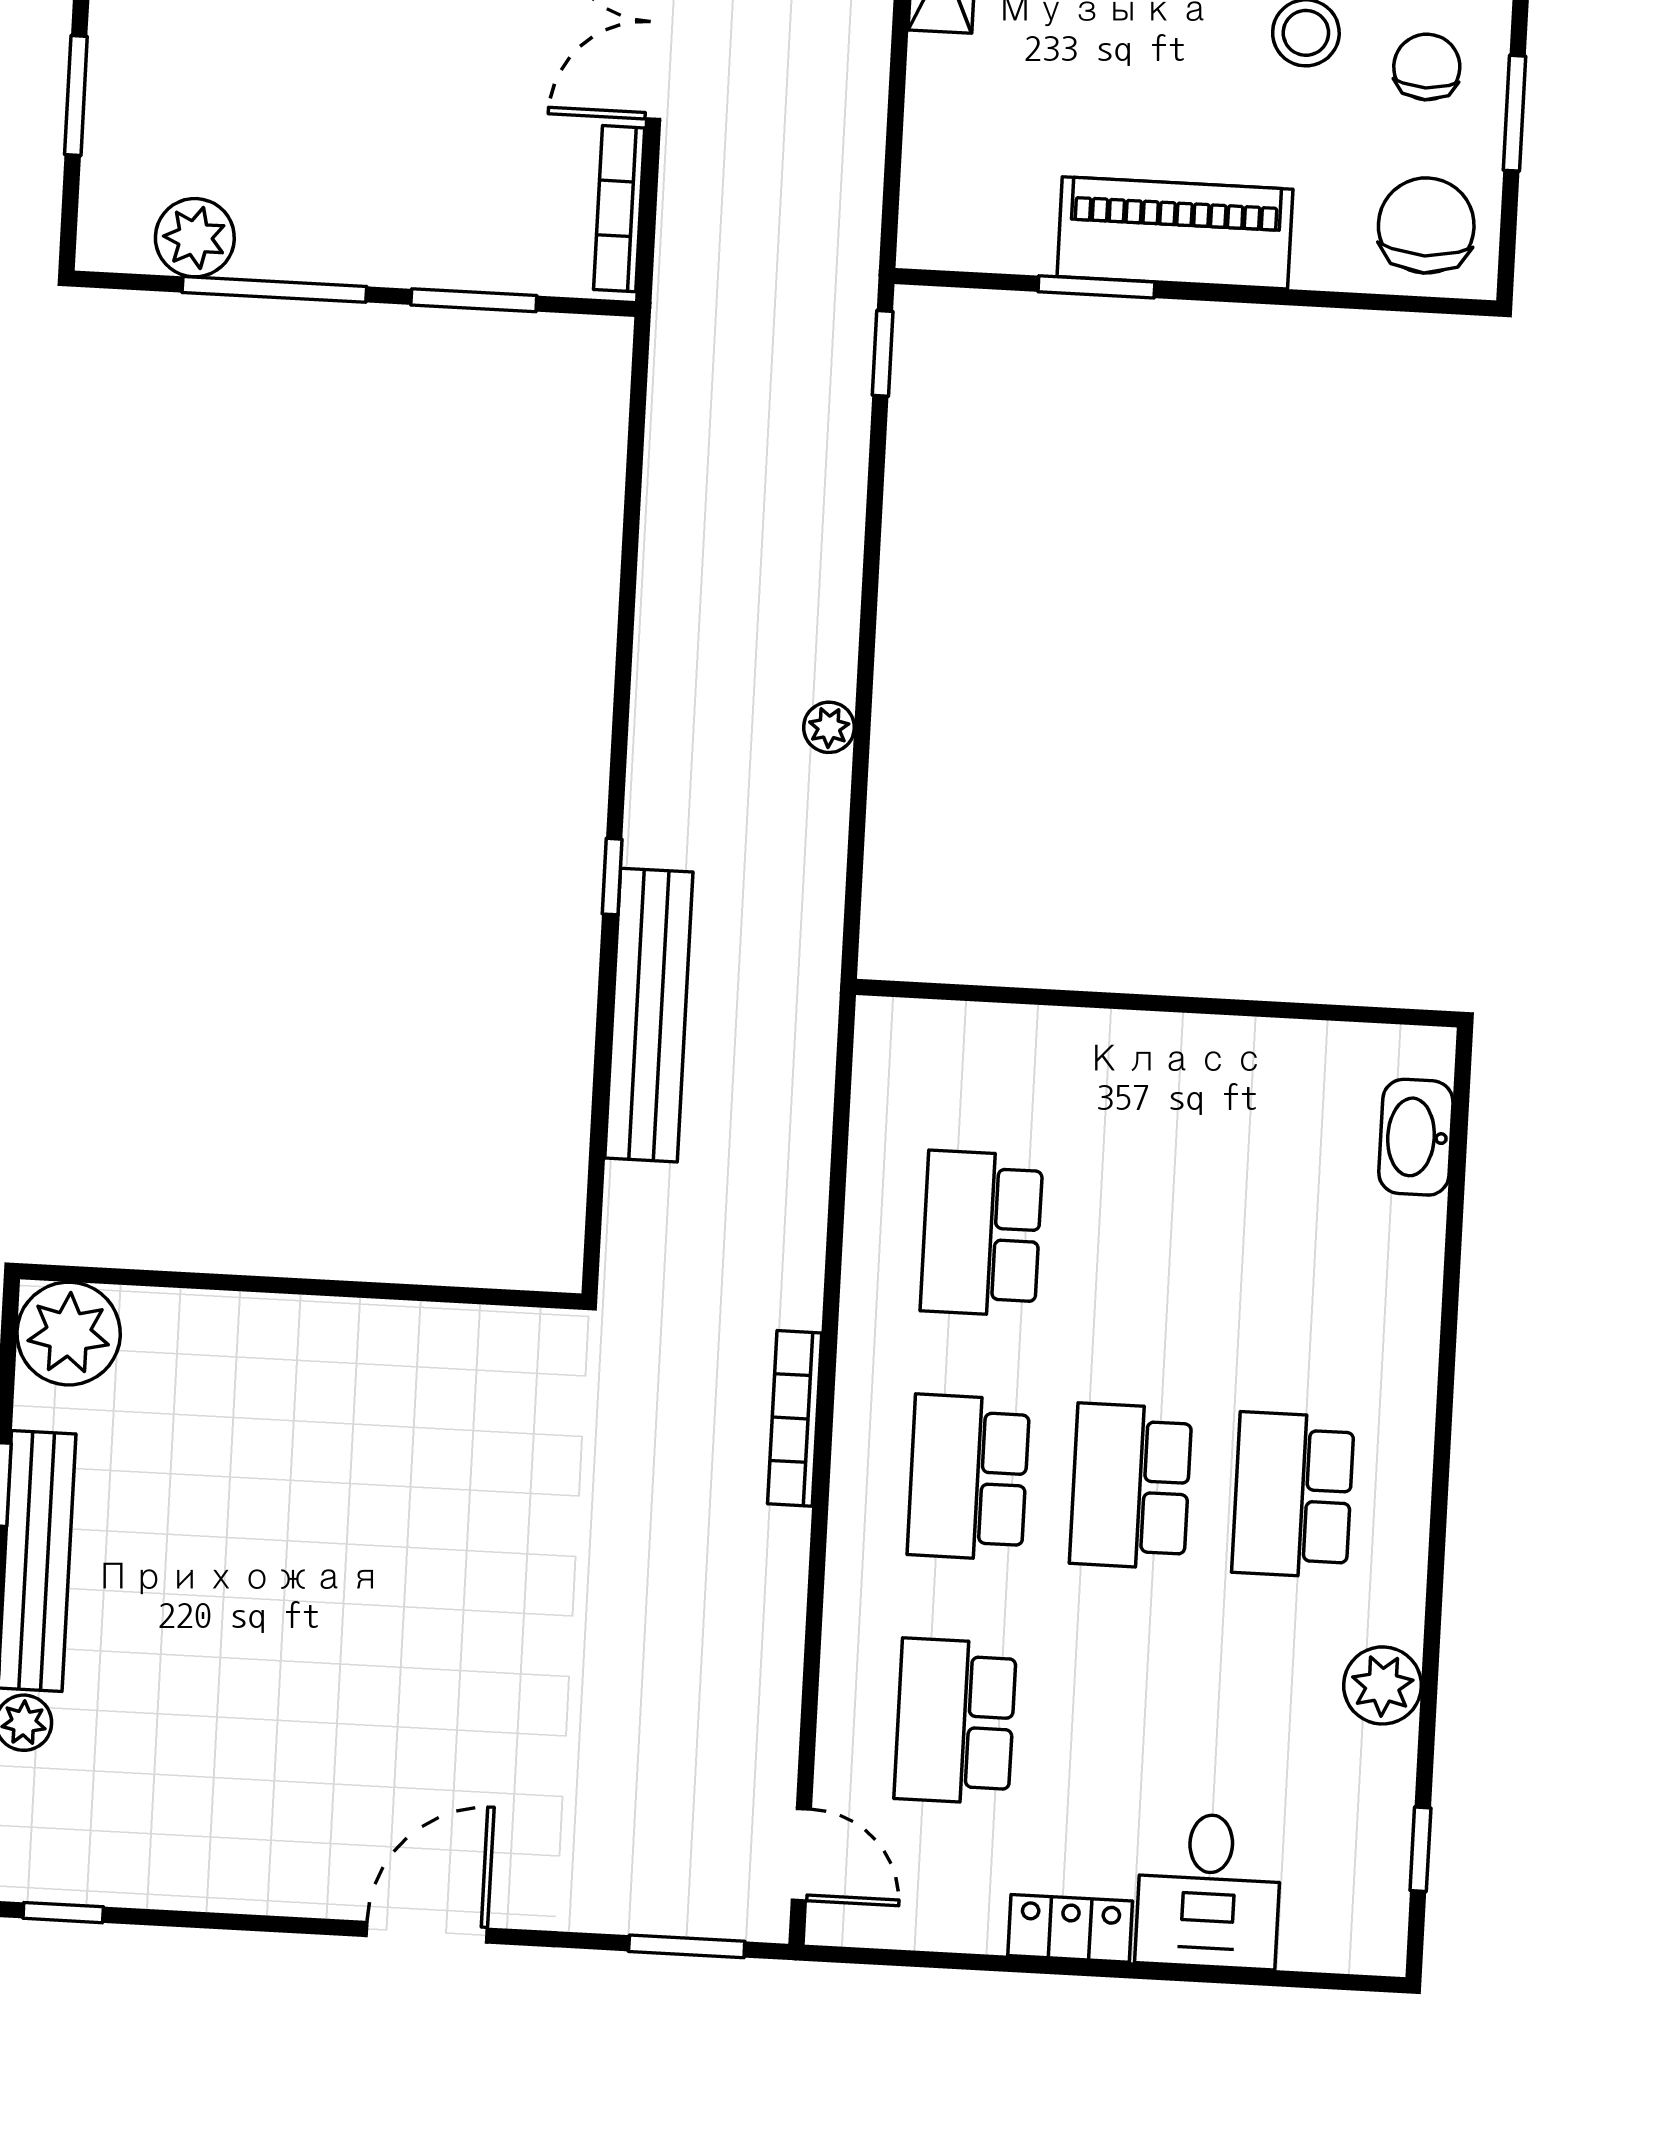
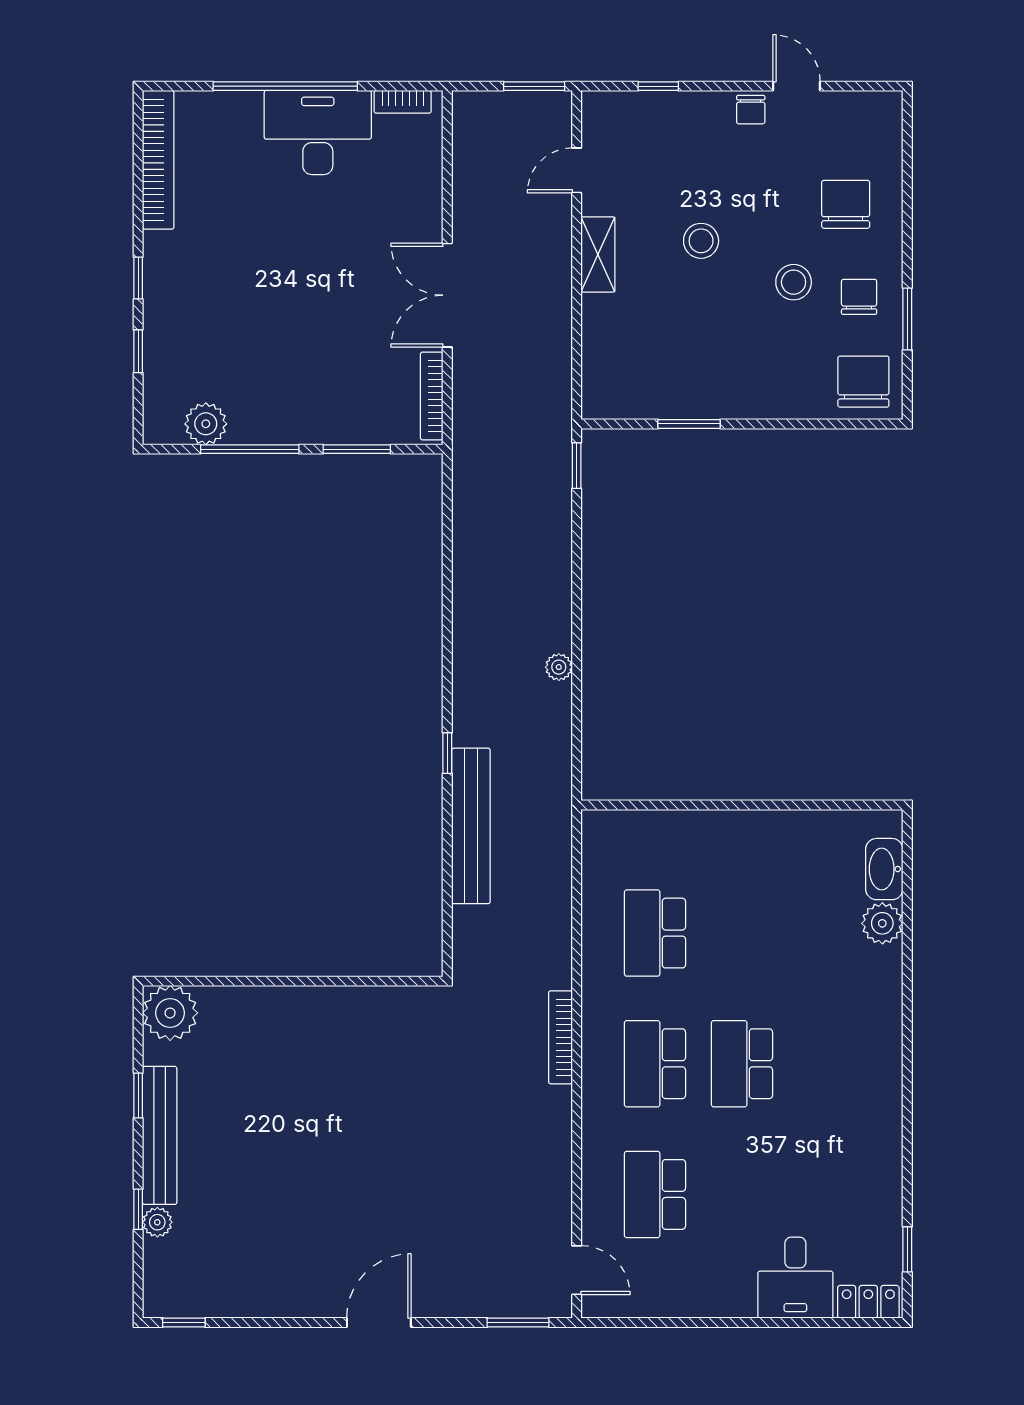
window: (76, 96) -> (138, 351), width x0.67
piano: (1175, 233) -> (729, 393), removed
school desk: (1293, 1495) -> (829, 1064), removed
plant: (1382, 1685) -> (882, 923), moved
locker: (1070, 1928) -> (868, 1302), moved

